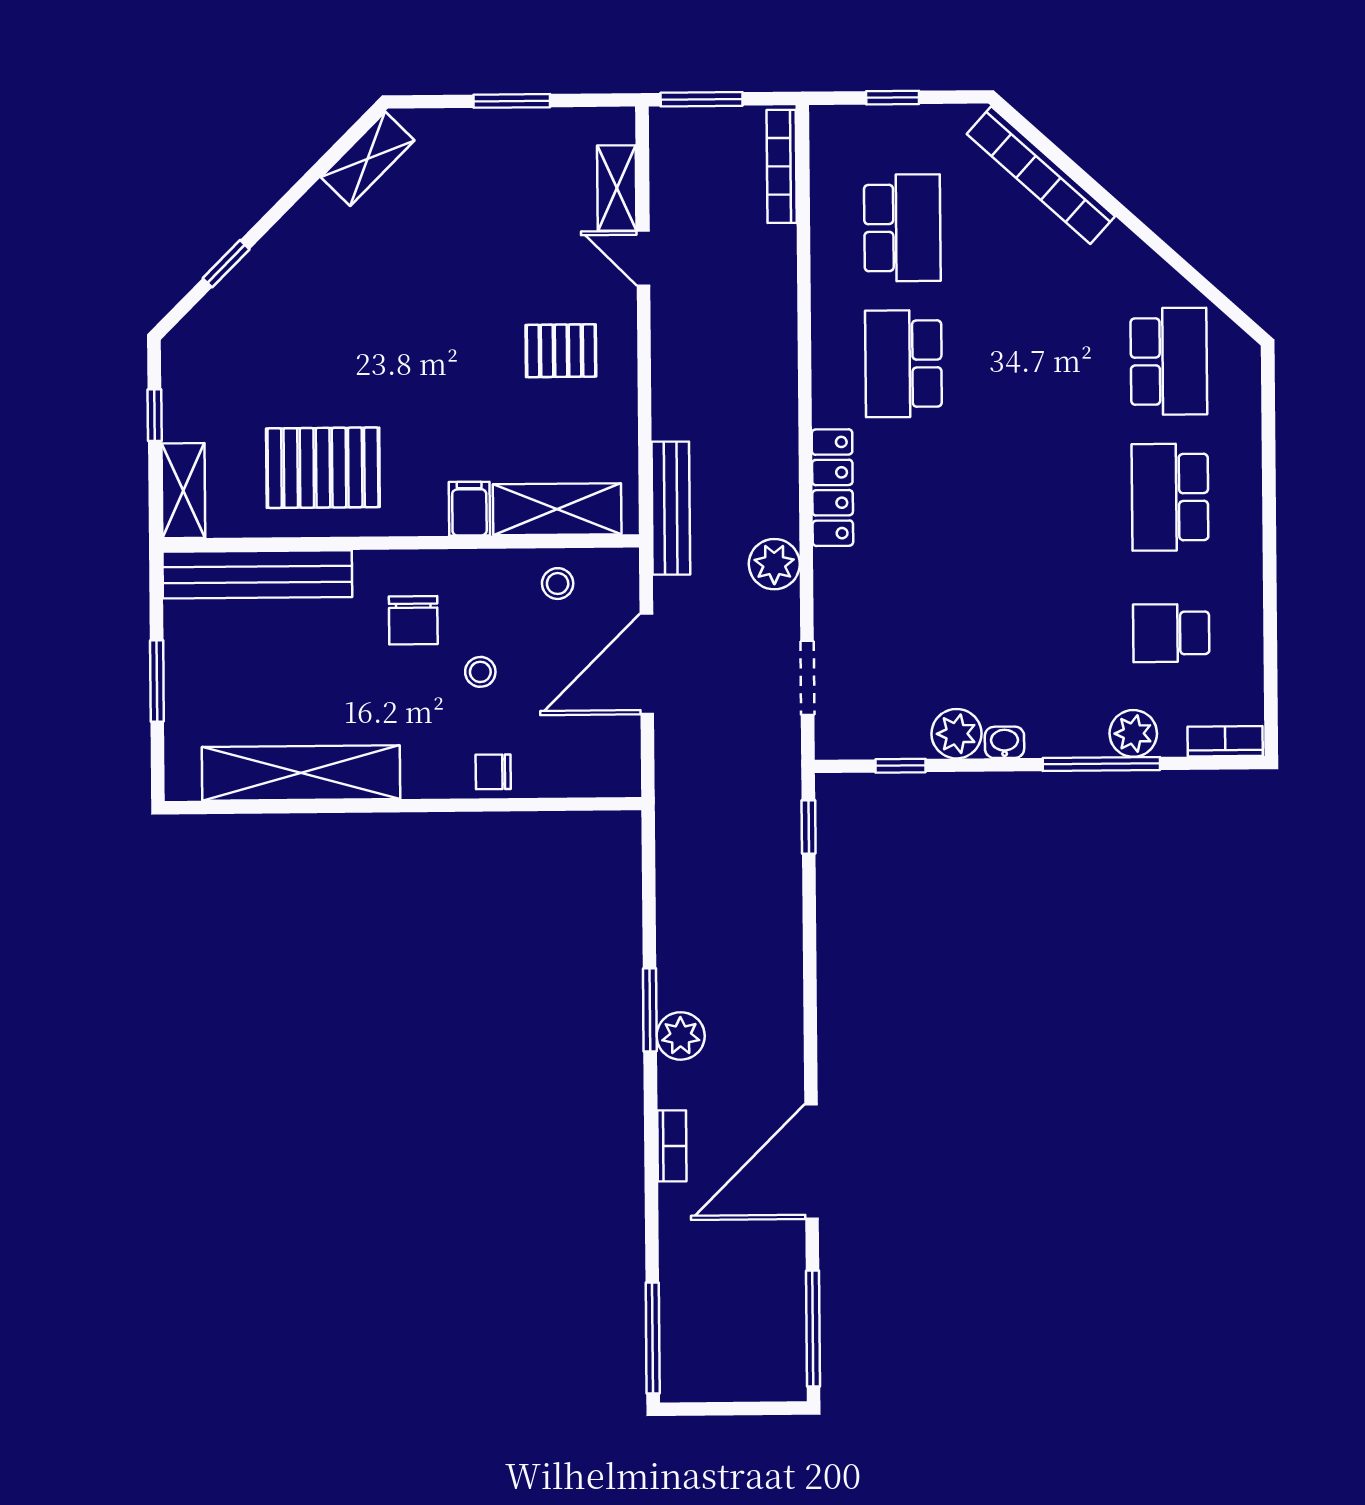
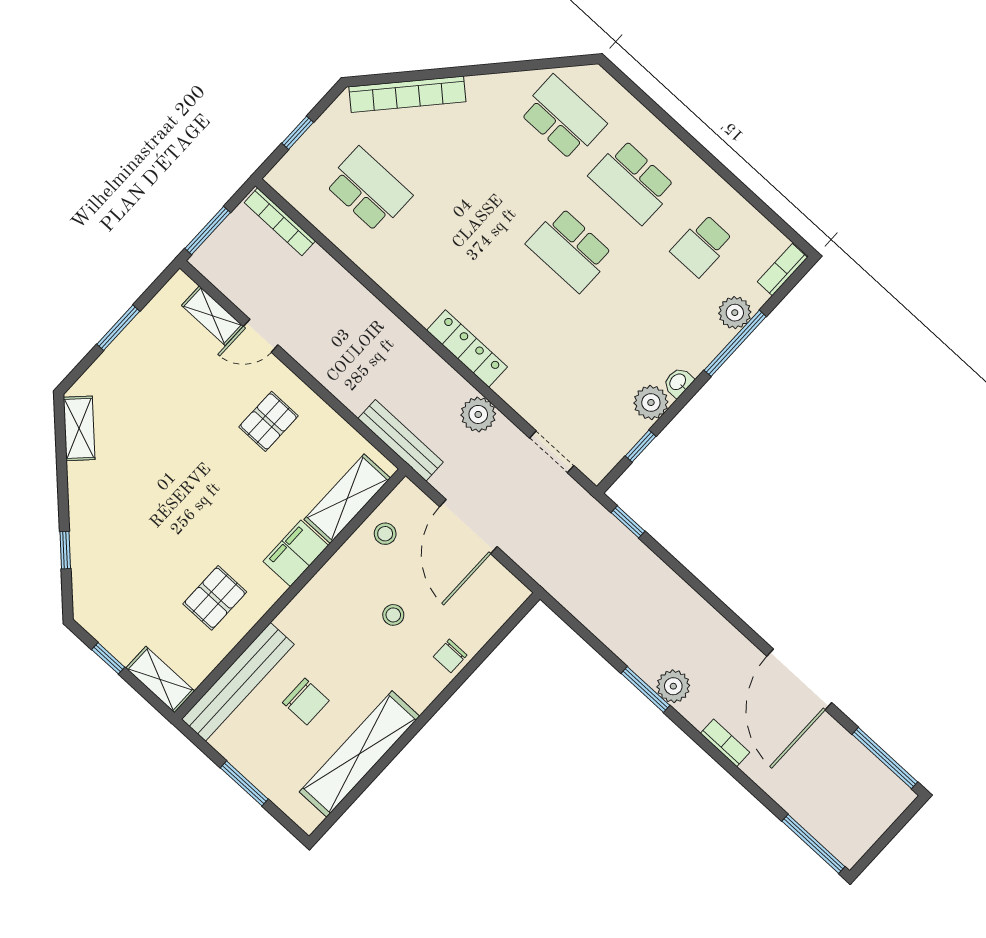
school desk: (903, 364) -> (570, 250), moved
pallet: (323, 468) -> (215, 598), width x0.67, depth x0.71
filing cabinet: (469, 509) -> (296, 553), width x2.00
chair: (413, 620) -> (306, 702), moved

